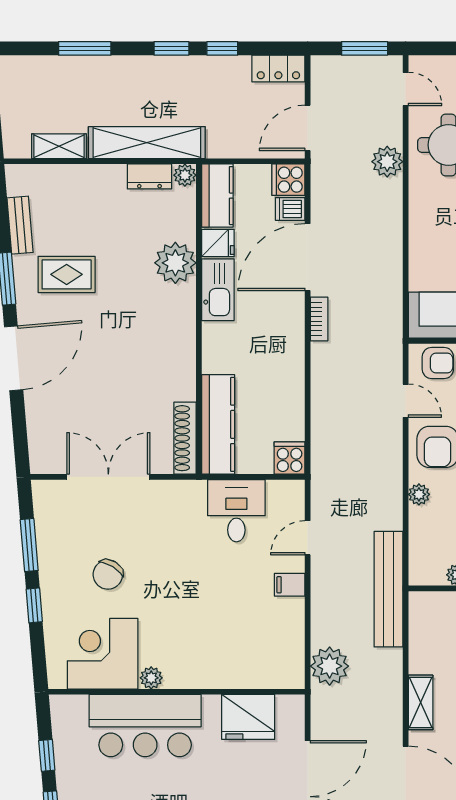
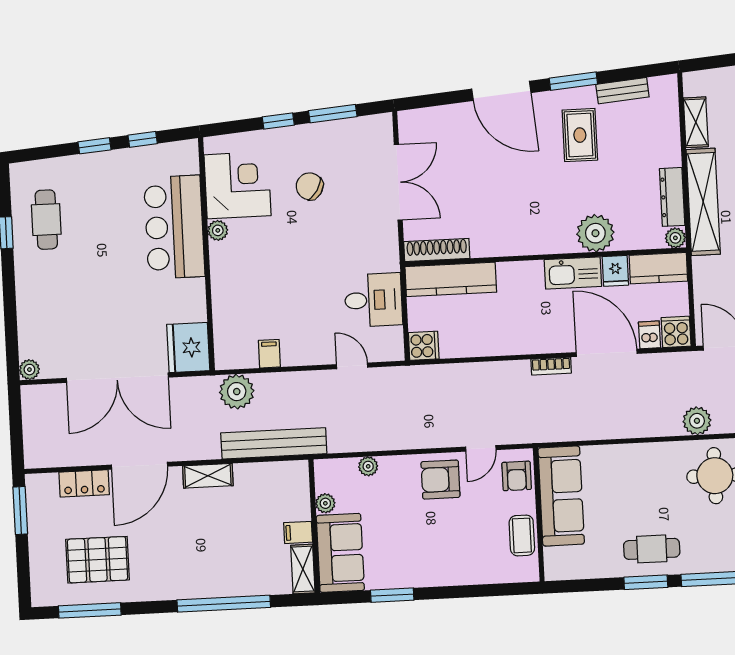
dresser: (149, 176) -> (672, 197), width x1.44
plant: (419, 494) -> (368, 466), moved
filing cabinet: (290, 585) -> (269, 354), moved
bench: (388, 589) -> (274, 443), moved
fridge: (248, 717) -> (188, 348), moved

